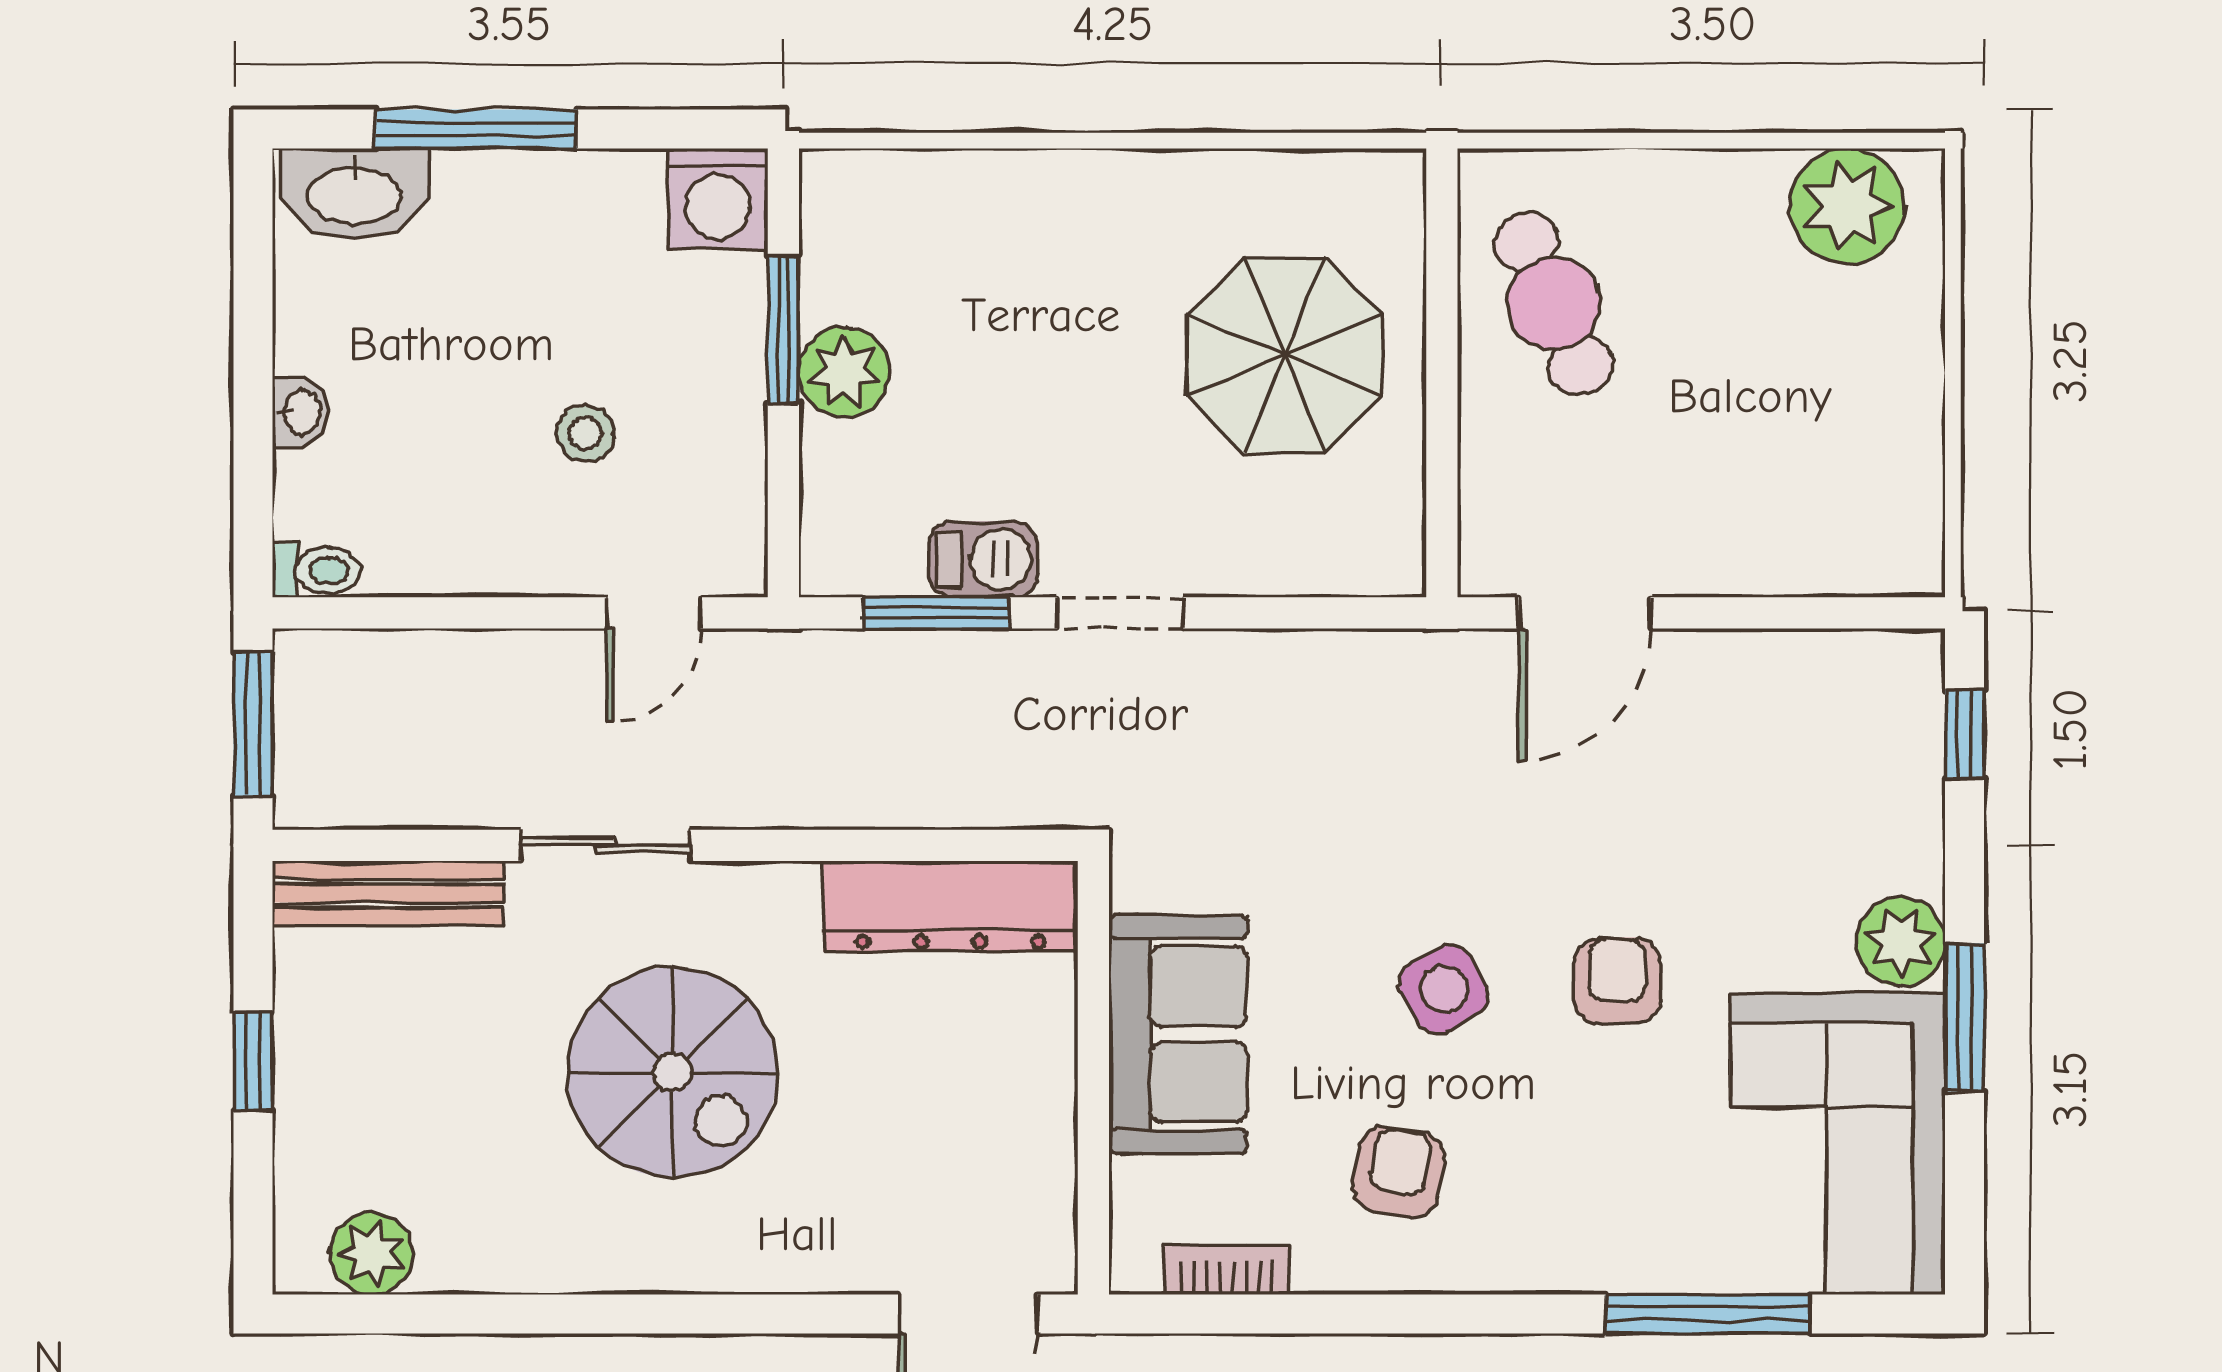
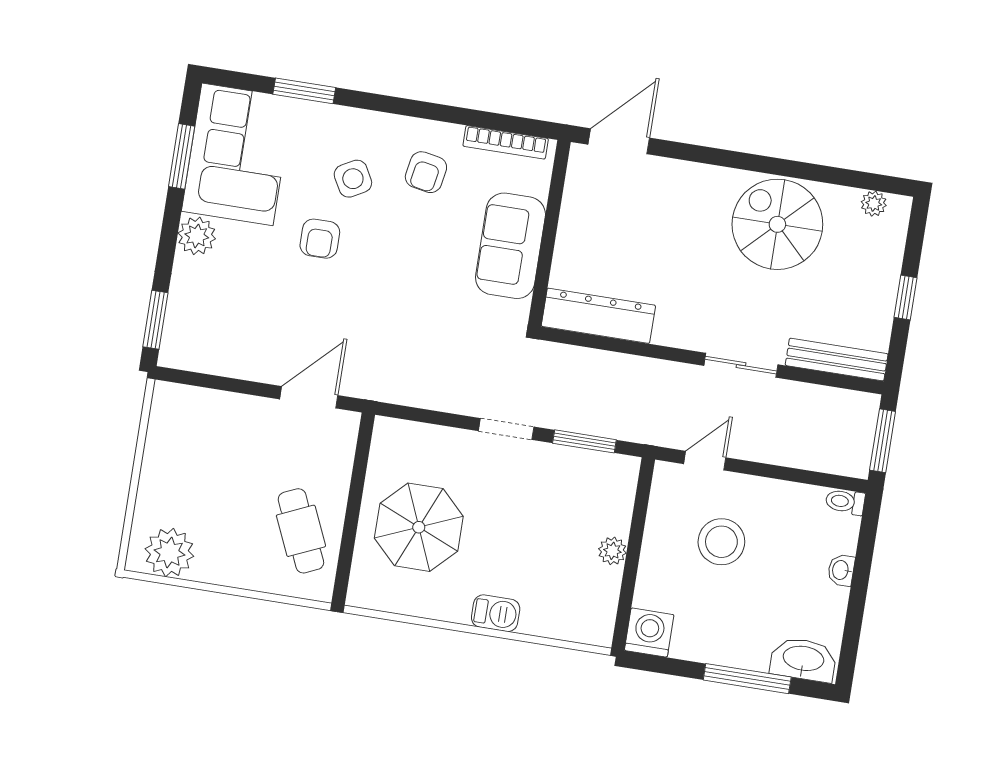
window: (783, 330) -> (630, 572), removed
plant: (844, 372) -> (612, 551), width x0.73, depth x0.73
stool: (585, 433) -> (721, 542), width x1.89, depth x1.89
barbecue: (984, 559) -> (496, 613), moved, turned 180
window: (1965, 734) -> (155, 320), width x1.50
side table: (1444, 989) -> (353, 179), moved
window: (1965, 1017) -> (182, 156), moved
spiral stairs: (672, 1072) -> (777, 224), moved
plant: (372, 1253) -> (874, 204), width x0.73, depth x0.73
bookcase: (1227, 1270) -> (506, 142), width x1.56
window: (1708, 1314) -> (304, 91), width x0.69

